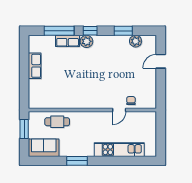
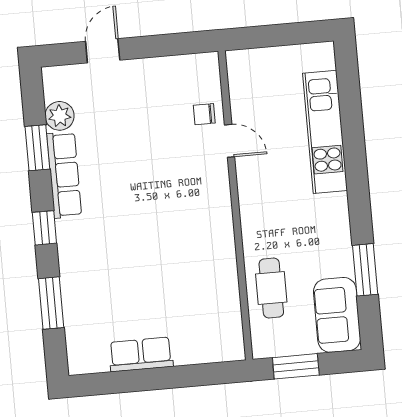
window: (59, 31) -> (51, 303), width x0.69
row of seats: (68, 41) -> (64, 175), moved, width x1.48
plant: (87, 41) -> (71, 234), removed
door: (161, 61) -> (103, 51), swing flipped
window: (77, 161) -> (365, 270), moved

